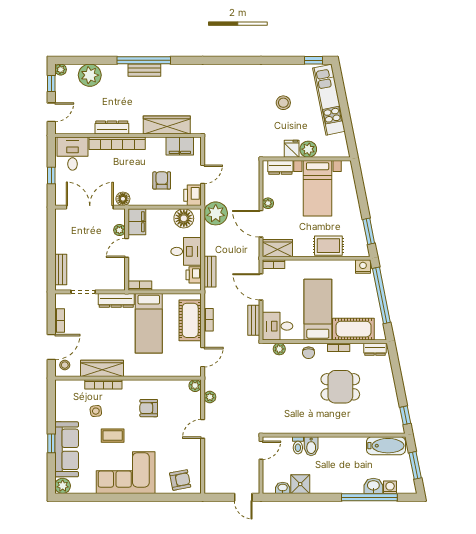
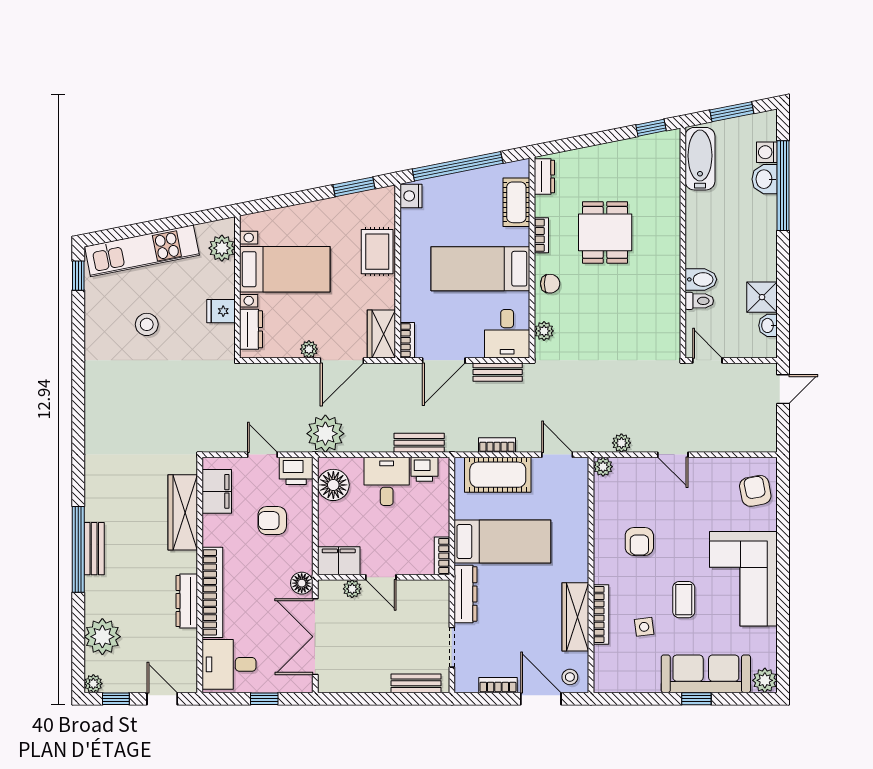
plant: (308, 149) -> (222, 248), moved
cot: (353, 329) -> (516, 202), width x0.73, depth x0.75

